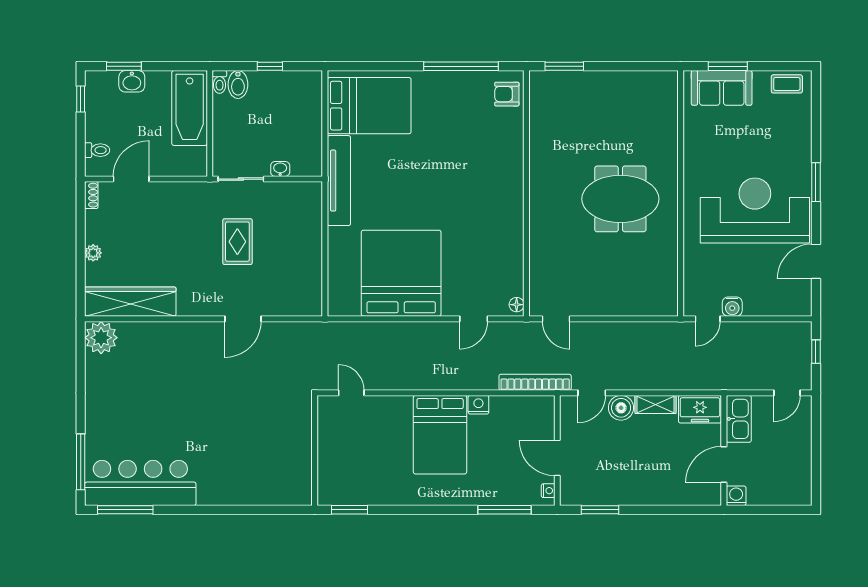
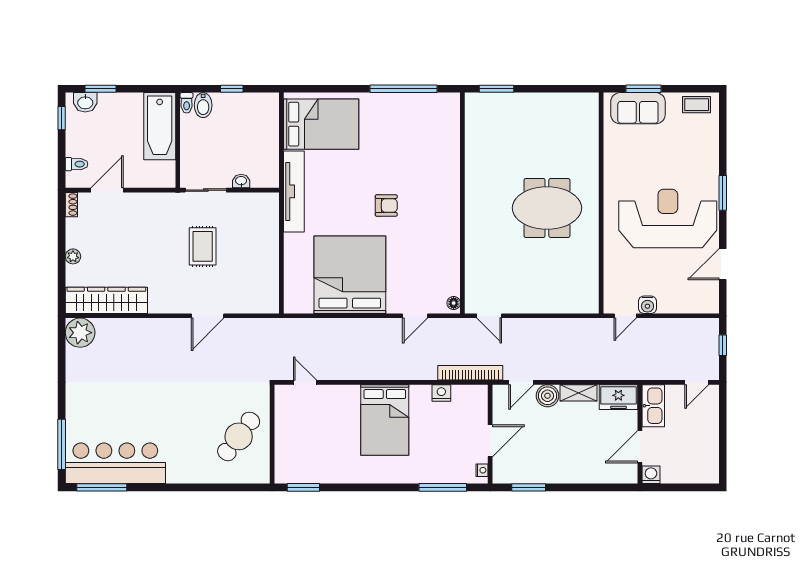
washbasin: (132, 81) -> (85, 102), moved
armchair: (507, 94) -> (386, 205), moved, turned 180
nightstand: (478, 405) -> (441, 393), moved
cafe table: (277, 453) -> (239, 436), added
door: (557, 458) -> (490, 441), swing flipped

